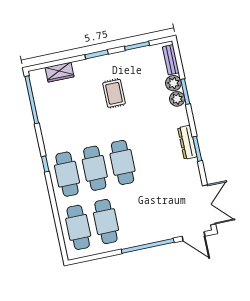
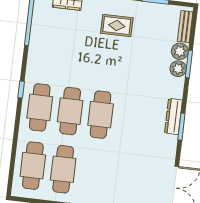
rug: (114, 93) -> (117, 26), moved, turned 90

